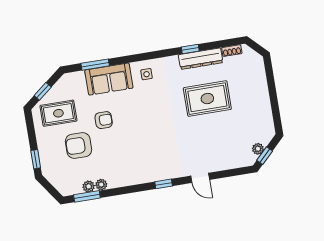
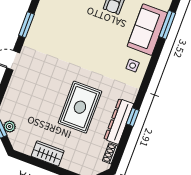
wardrobe: (262, 103) -> (48, 154), added
window: (164, 184) -> (26, 25), width x1.50

